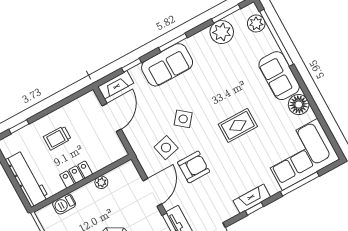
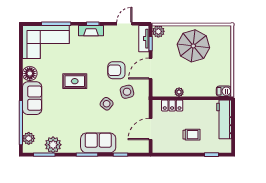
fireplace: (116, 85) -> (137, 148), removed
locker: (76, 174) -> (172, 105), moved
barbecue: (64, 204) -> (224, 91), moved

